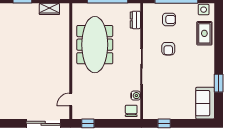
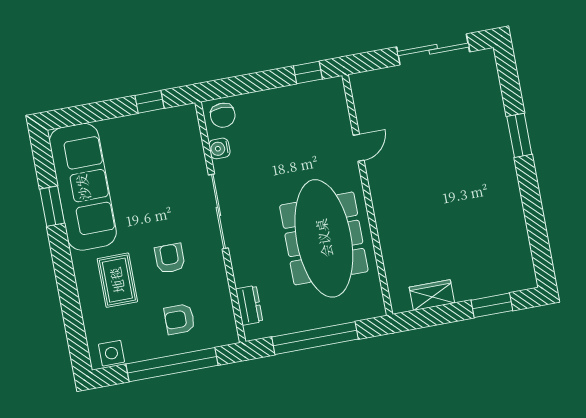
rug: (204, 33) -> (117, 280), moved
door: (71, 99) -> (359, 148), moved
sofa: (205, 103) -> (83, 187), width x1.85, depth x1.27
sliding door: (43, 123) -> (433, 49), moved

